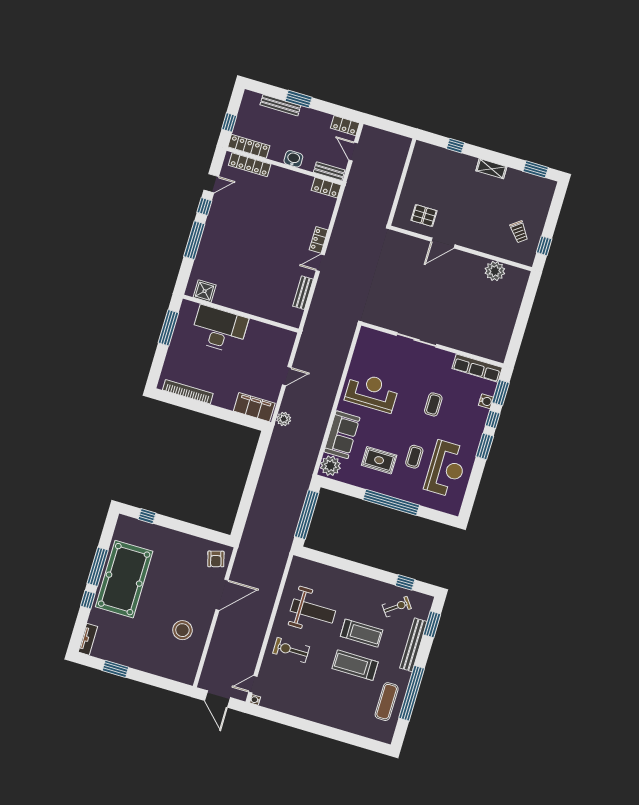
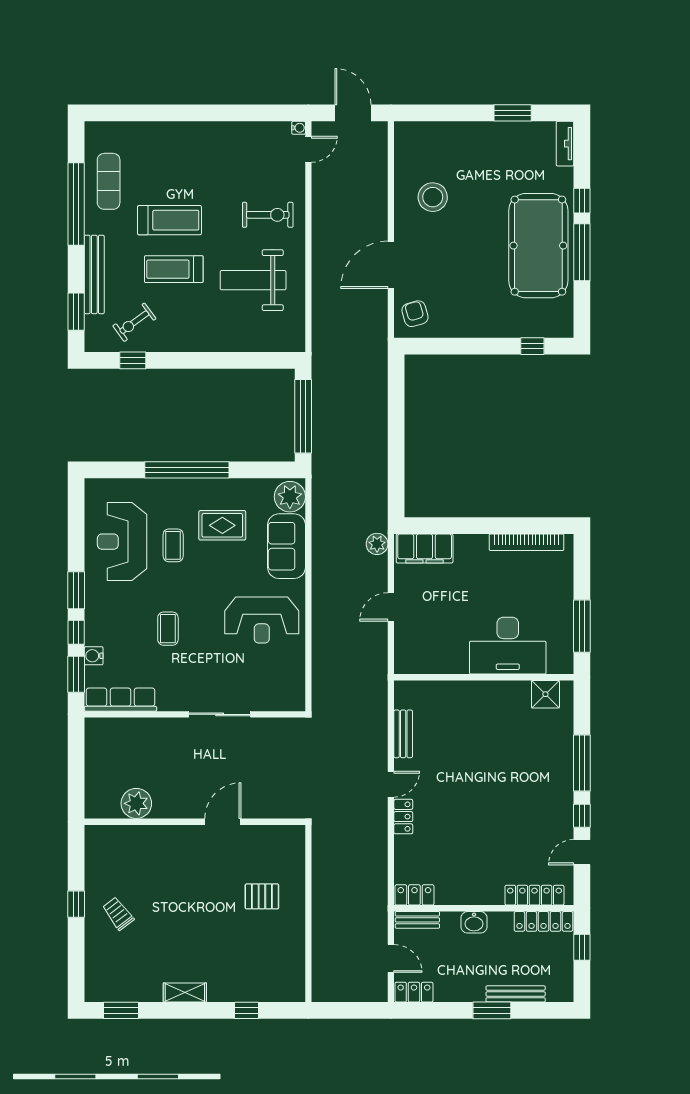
door: (443, 243) -> (223, 822), moved
wall: (461, 248) -> (195, 822), moved
plant: (495, 271) -> (136, 803), moved

